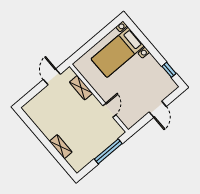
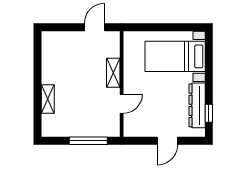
dresser: (157, 71) -> (197, 105), added
shelving: (81, 88) -> (113, 73), moved

